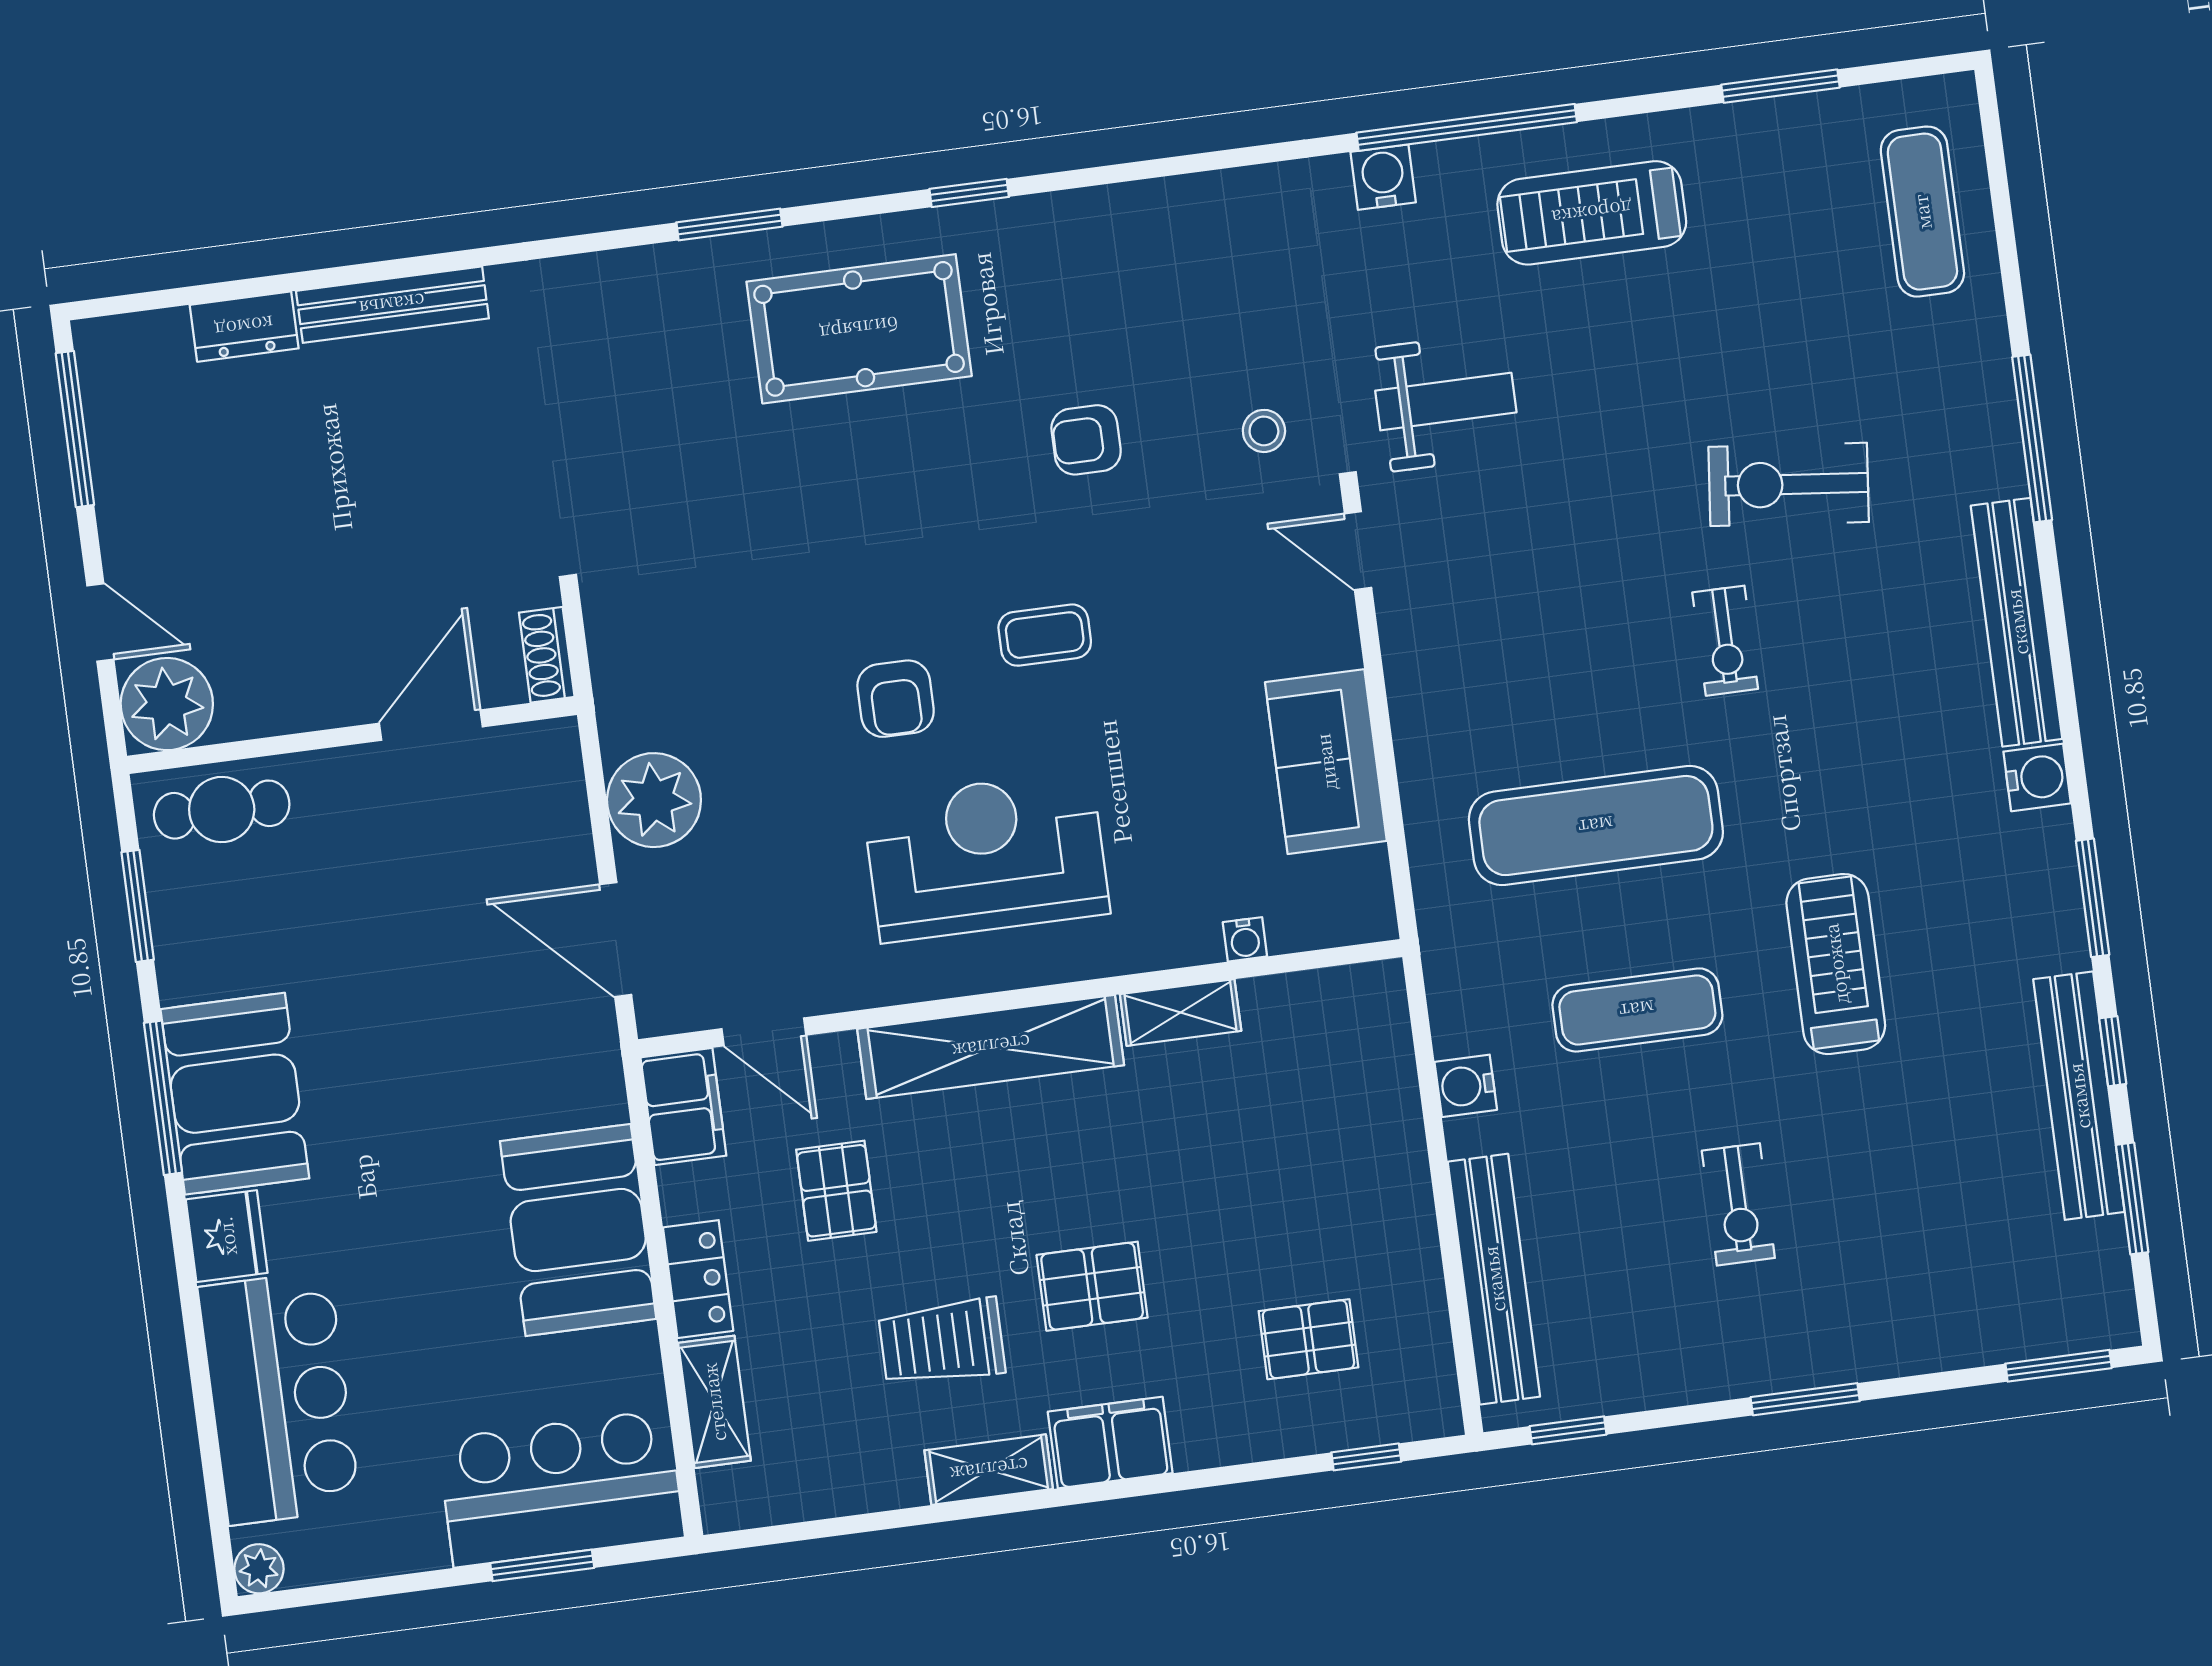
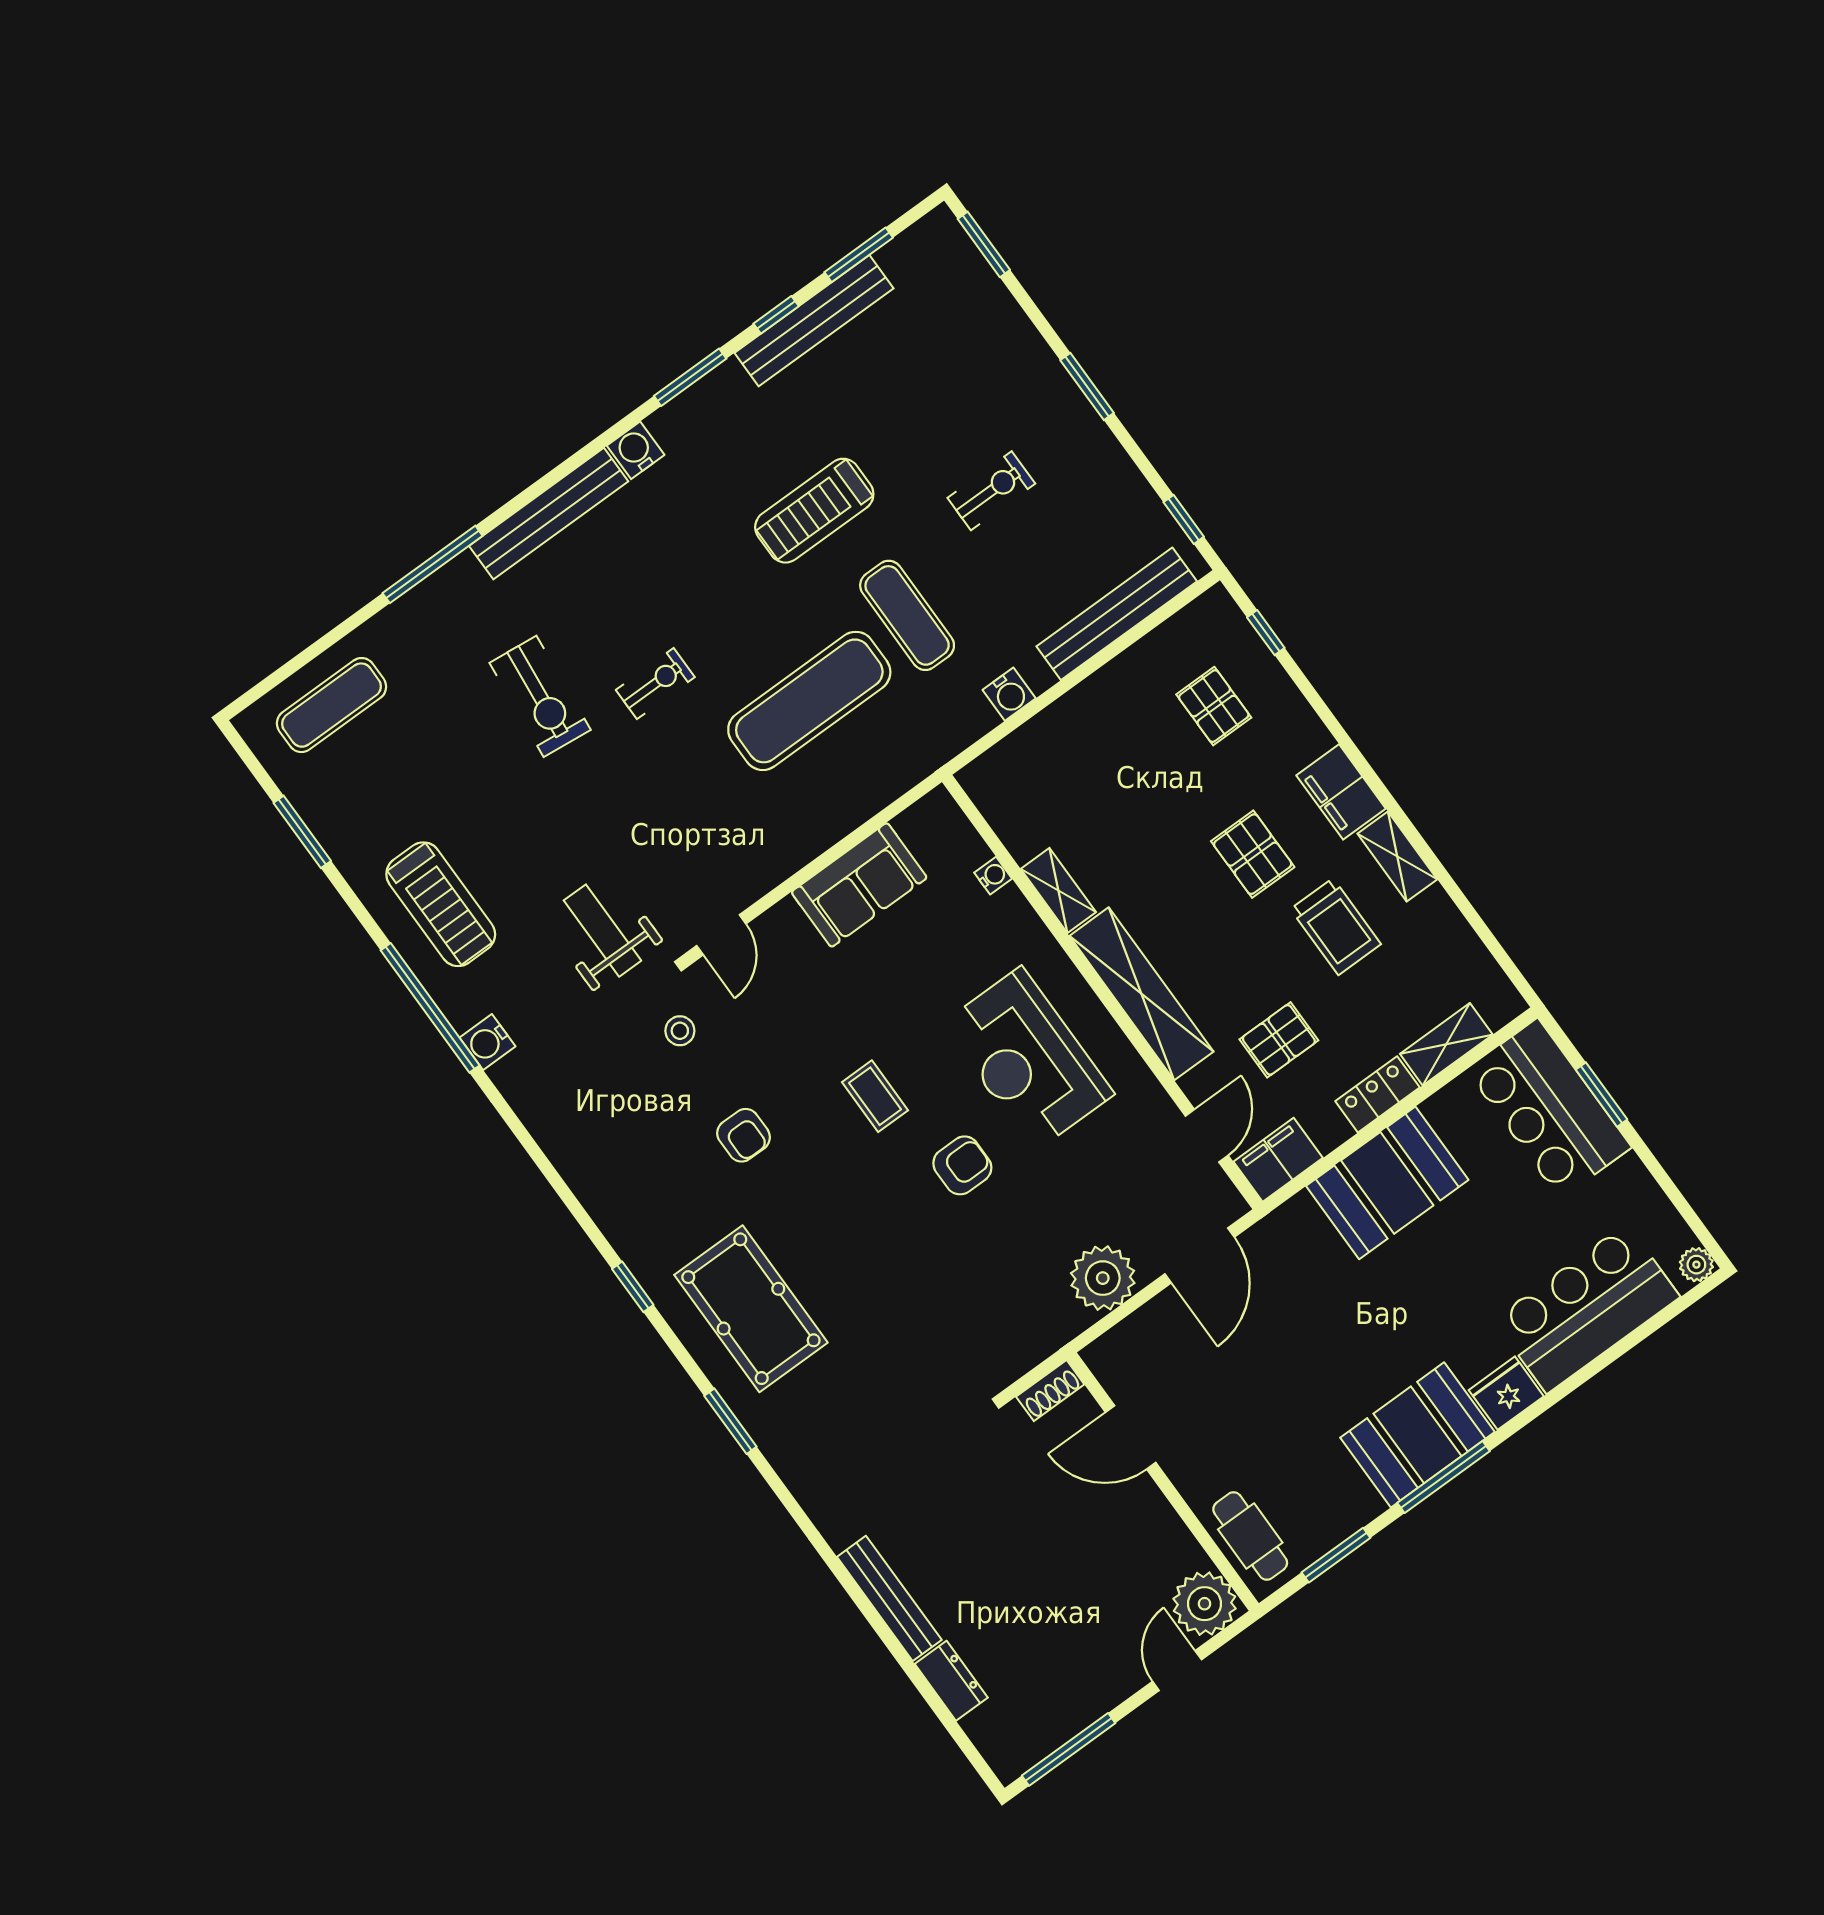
exercise mat: (1596, 826) -> (809, 701), turned 90

